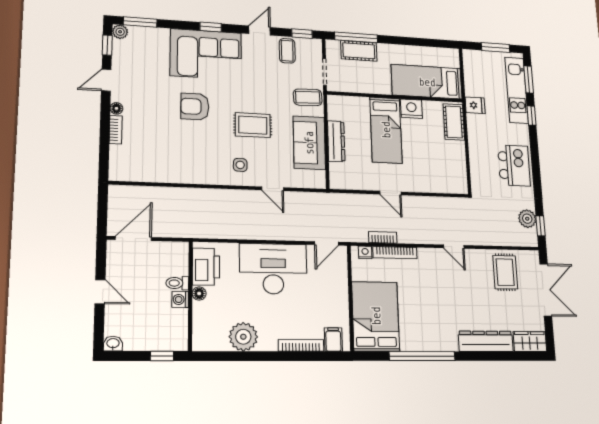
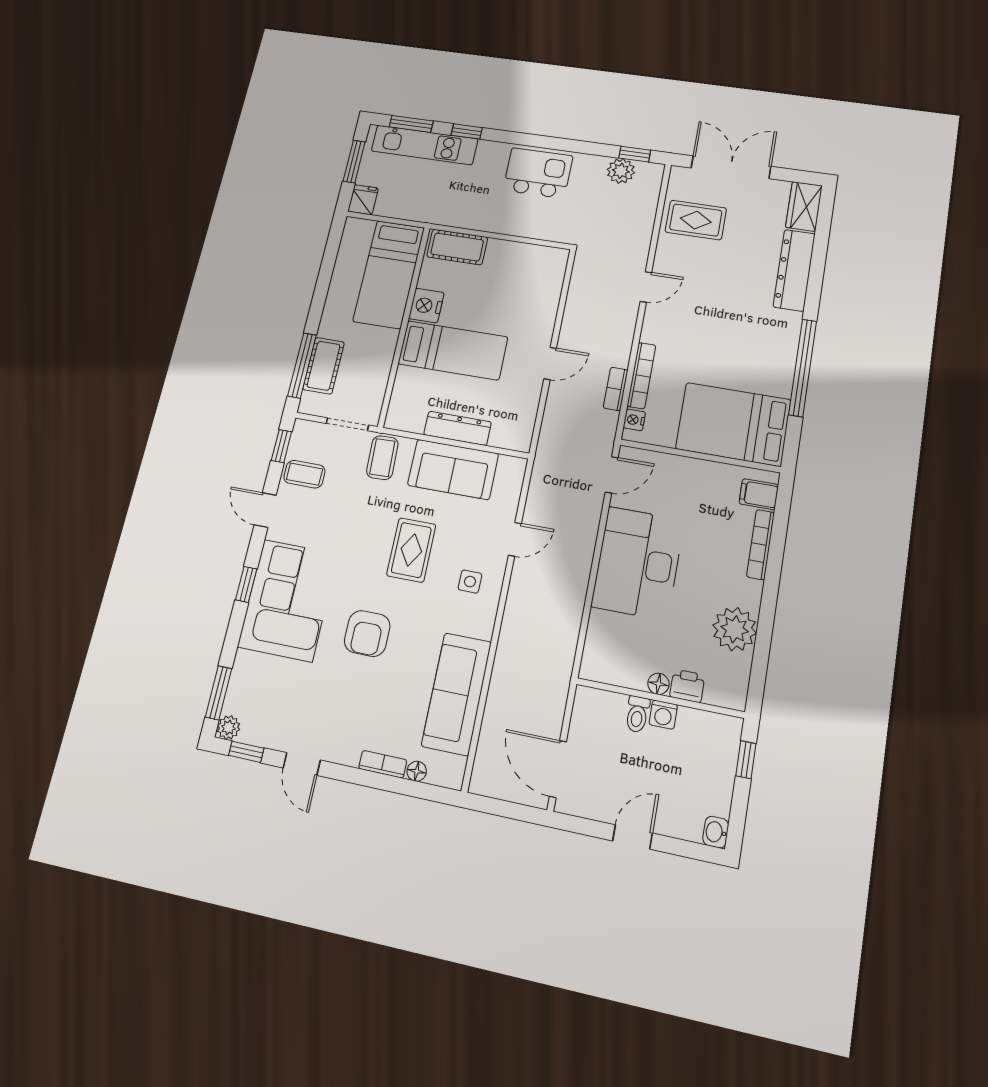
fridge: (475, 105) -> (363, 200), moved
floor lamp: (116, 108) -> (417, 771), moved
sofa: (168, 168) -> (457, 694), added
door: (327, 243) -> (612, 475), hinge flipped
printer: (206, 267) -> (687, 686), moved, width x0.53, depth x0.68

